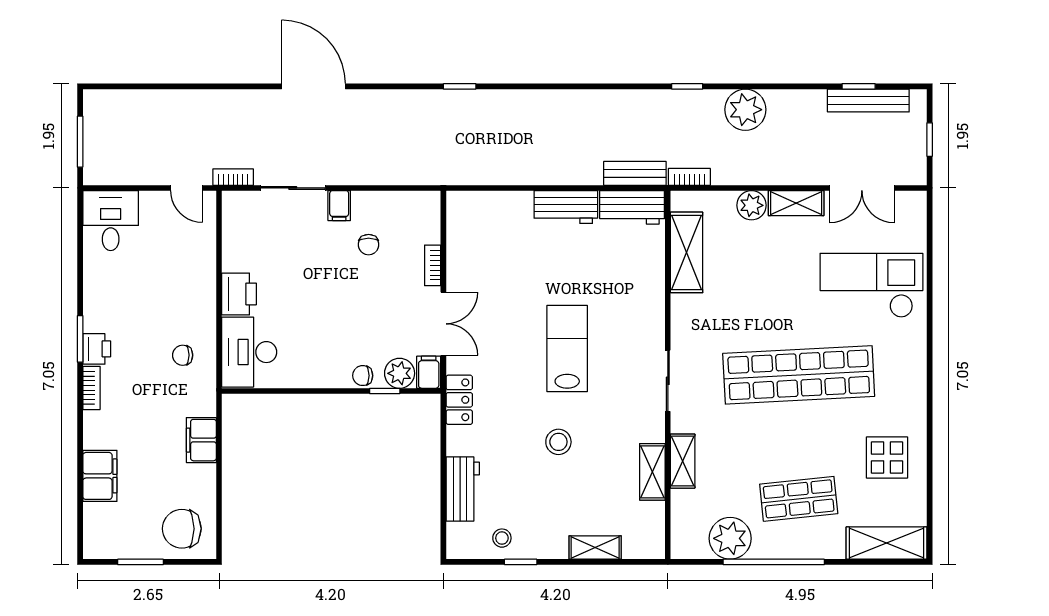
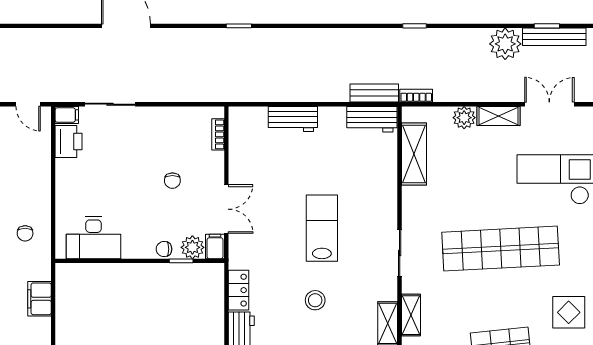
plant: (745, 110) -> (505, 44), moved
bookcase: (233, 177) -> (64, 96), removed
double door: (862, 188) -> (549, 104), swing flipped
filing cabinet: (339, 206) -> (67, 115), moved, turned -90
workbench: (566, 207) -> (293, 119), moved
chair: (369, 245) -> (172, 181), moved
bookcase: (433, 265) -> (218, 134), moved
printer: (239, 294) -> (69, 141), moved
desk: (249, 352) -> (94, 238), moved, turned -90
chair: (183, 355) -> (25, 233), turned -90
locker: (459, 400) -> (239, 290), moved

